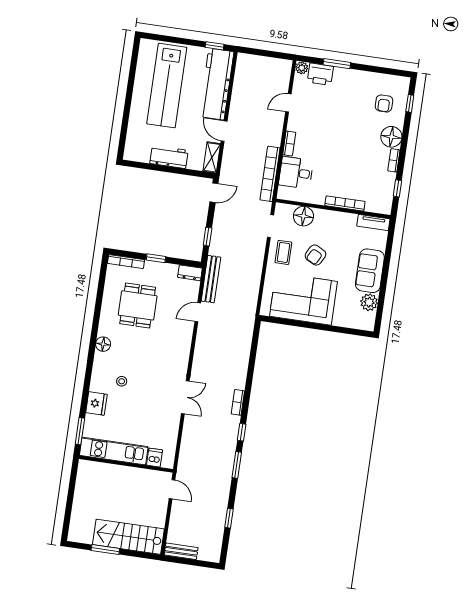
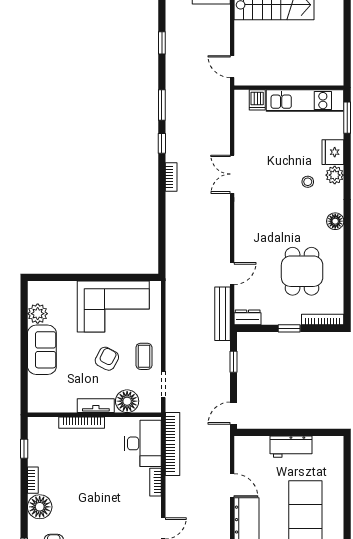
shelving: (212, 157) -> (242, 453), removed
desk: (296, 173) -> (143, 443), width x1.37
tv unit: (373, 222) -> (96, 406), moved
plant: (98, 384) -> (335, 175), added

